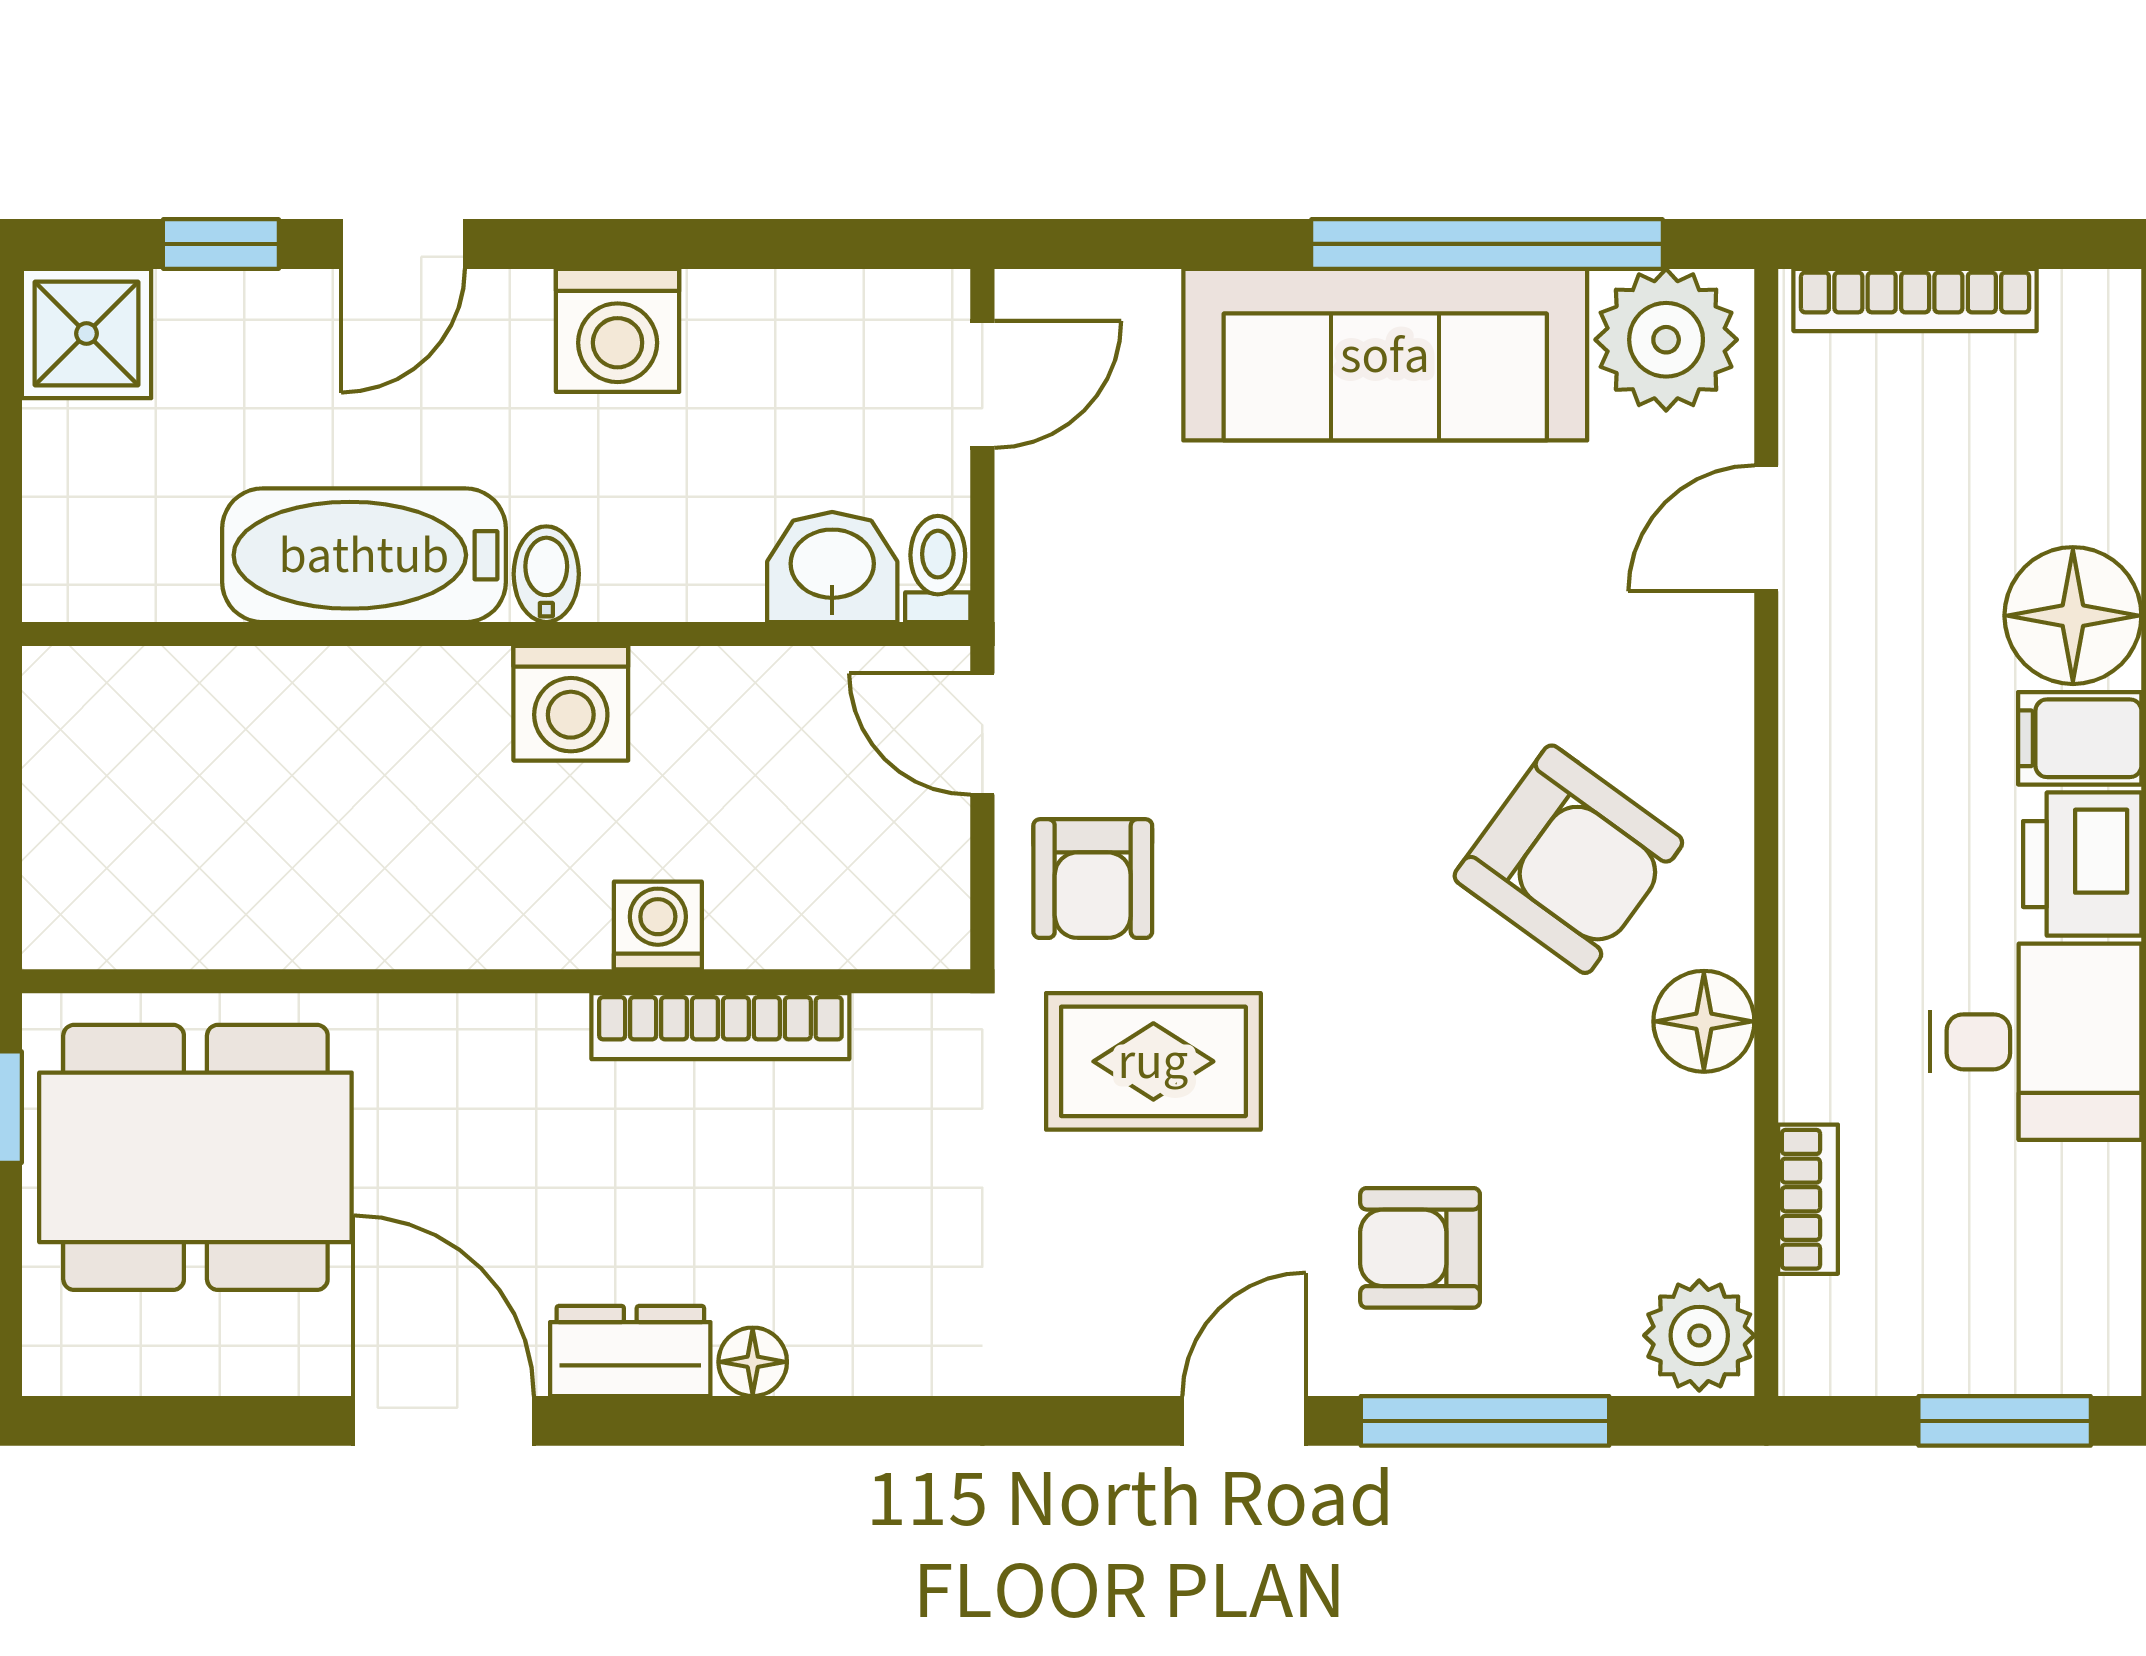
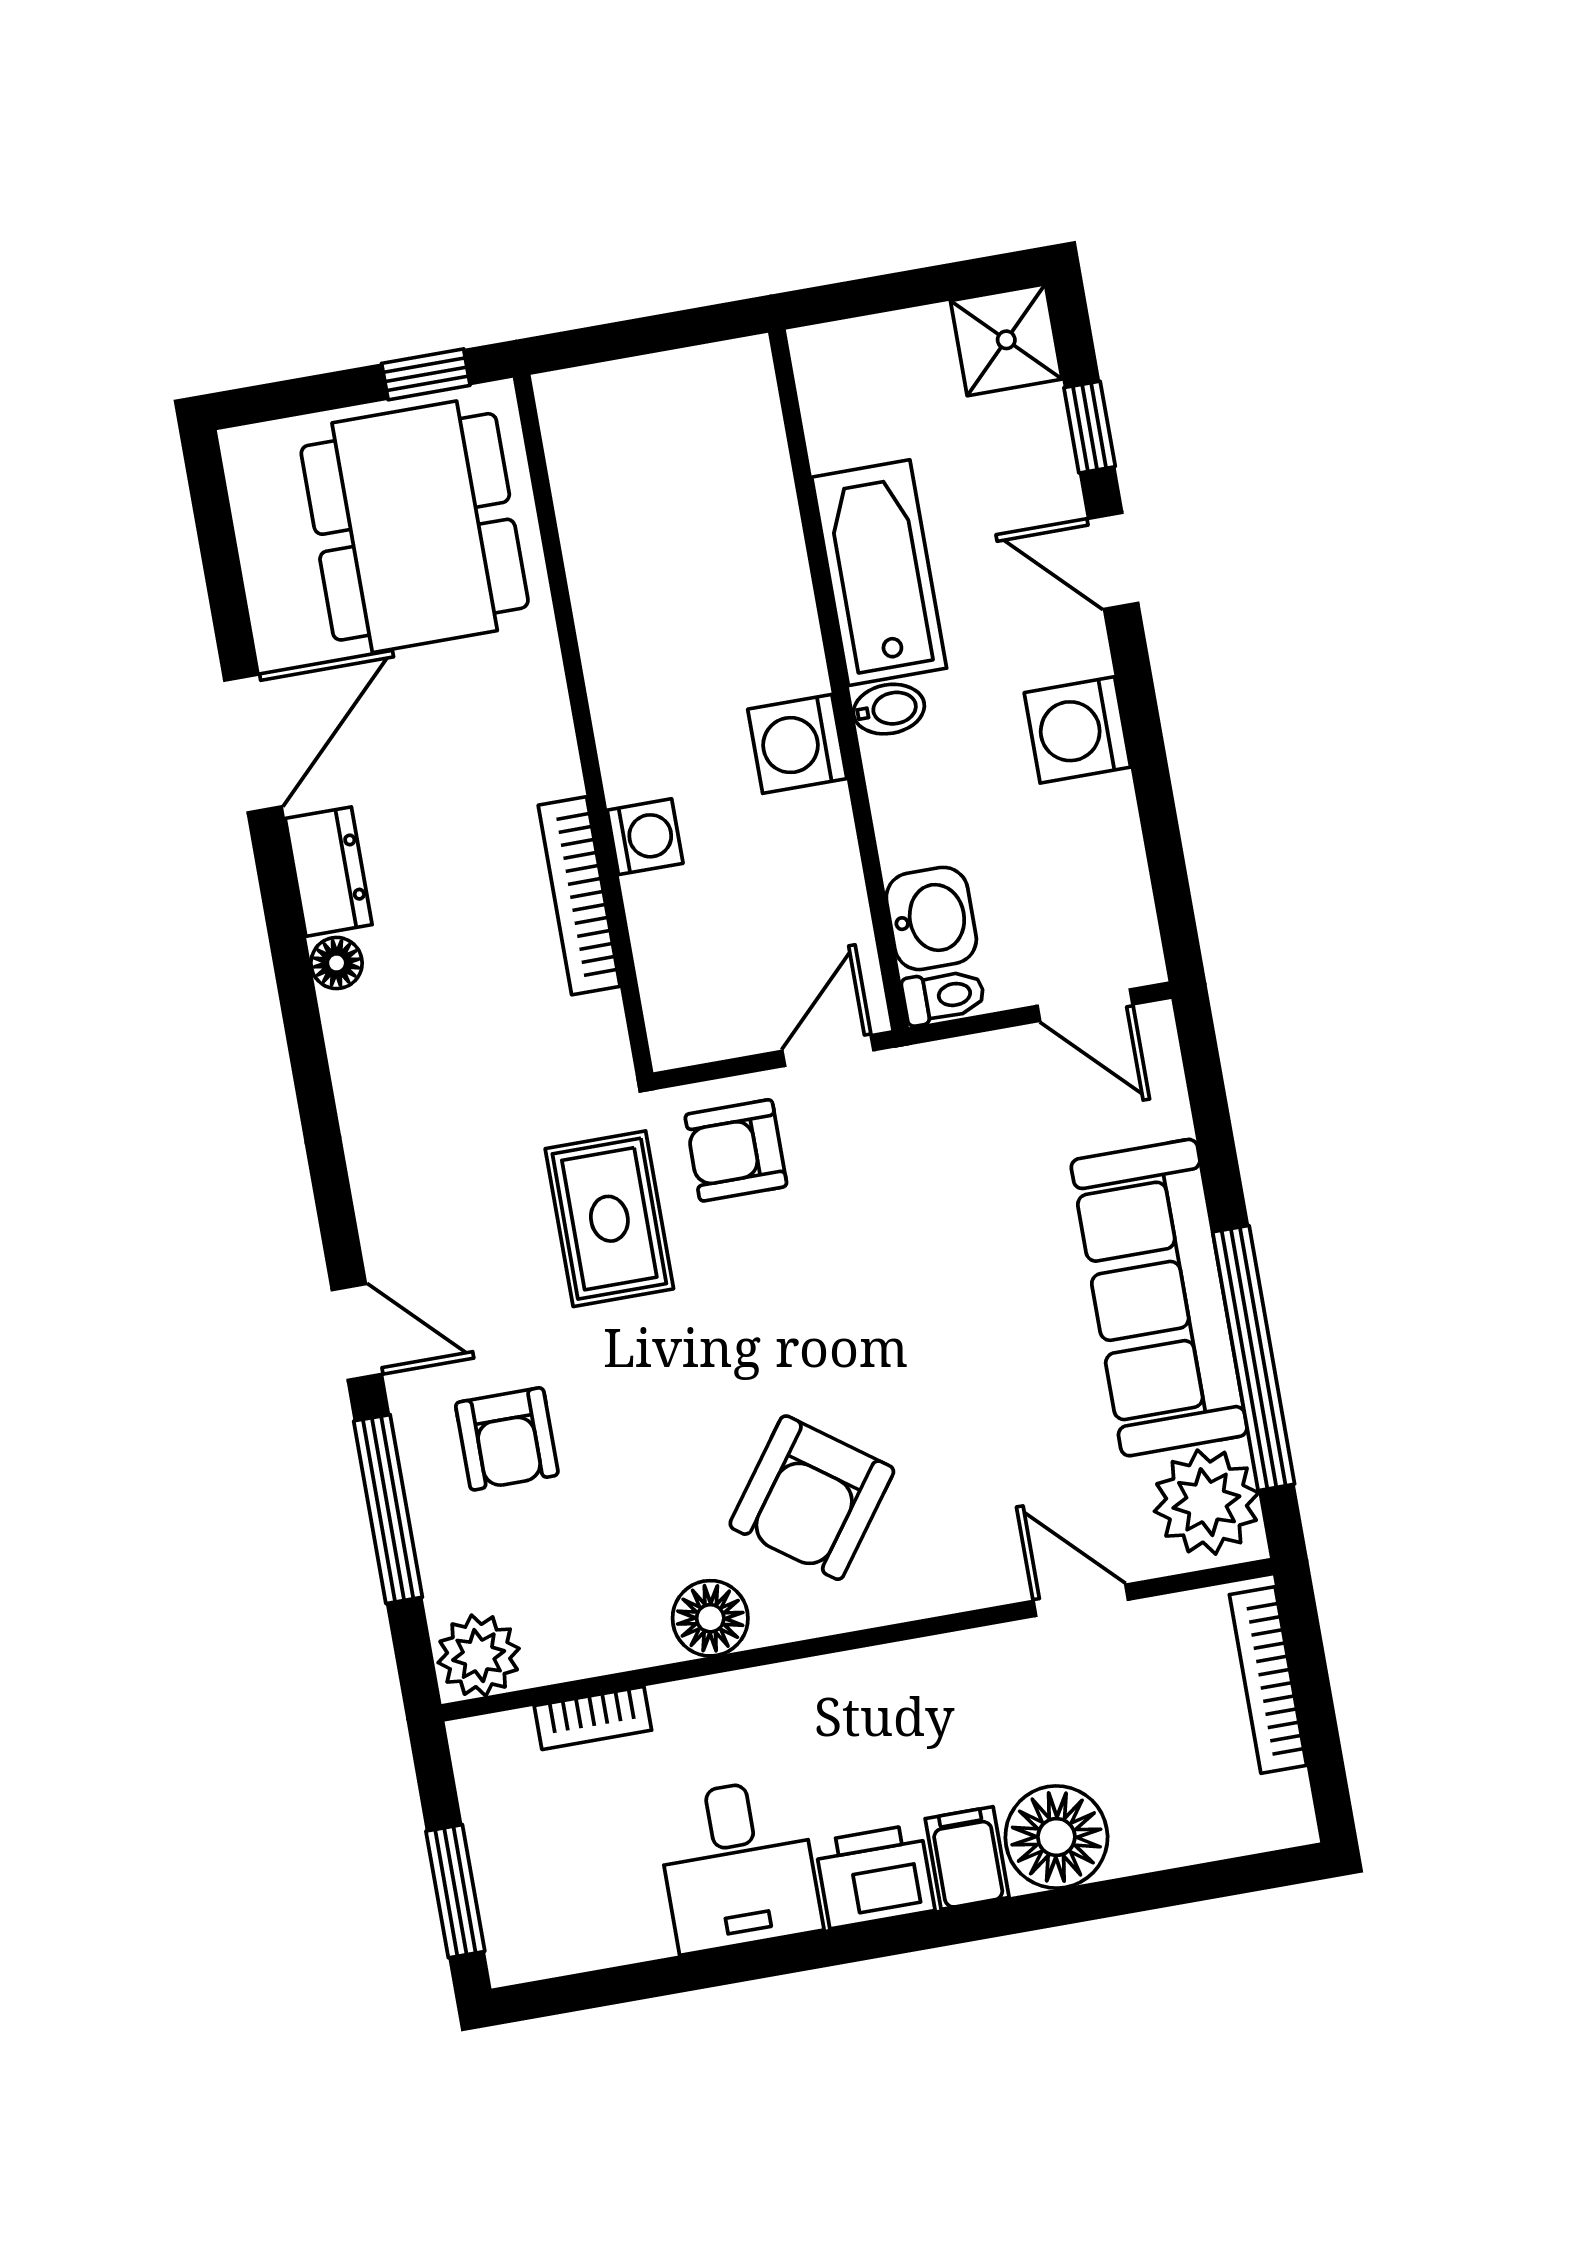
armchair: (1420, 1248) -> (507, 1439), turned 180

